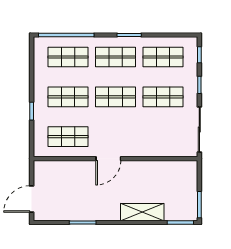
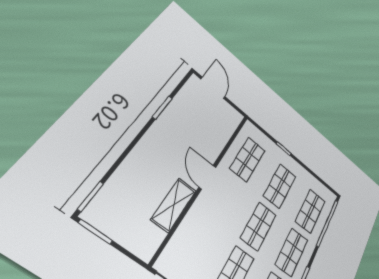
shelving: (142, 212) -> (174, 205), moved

